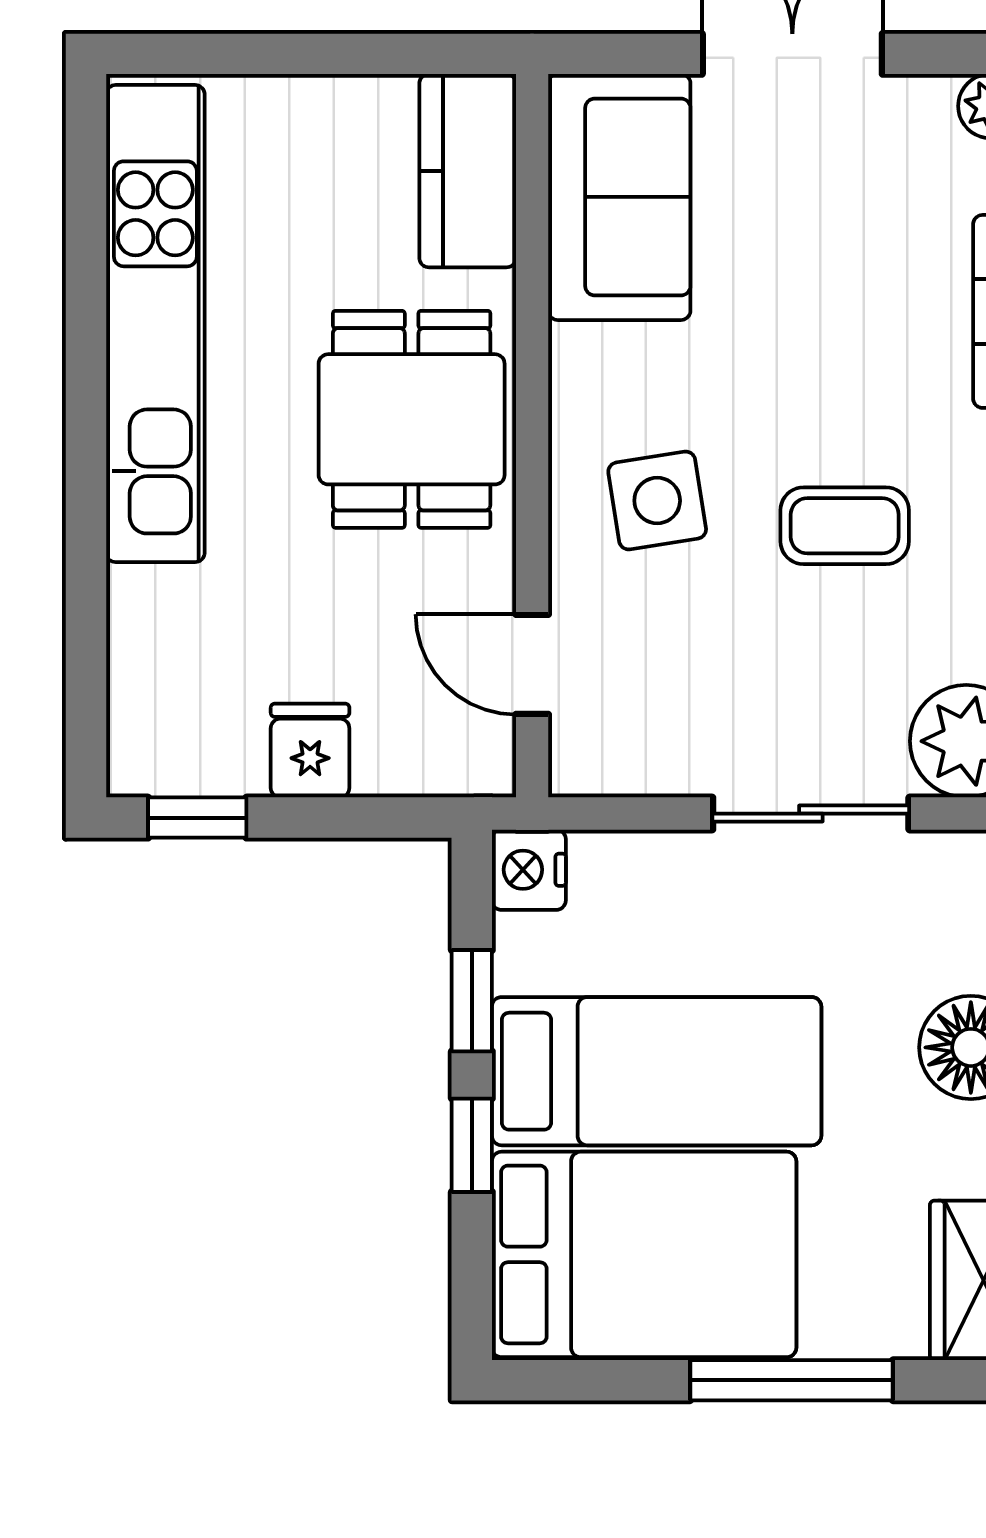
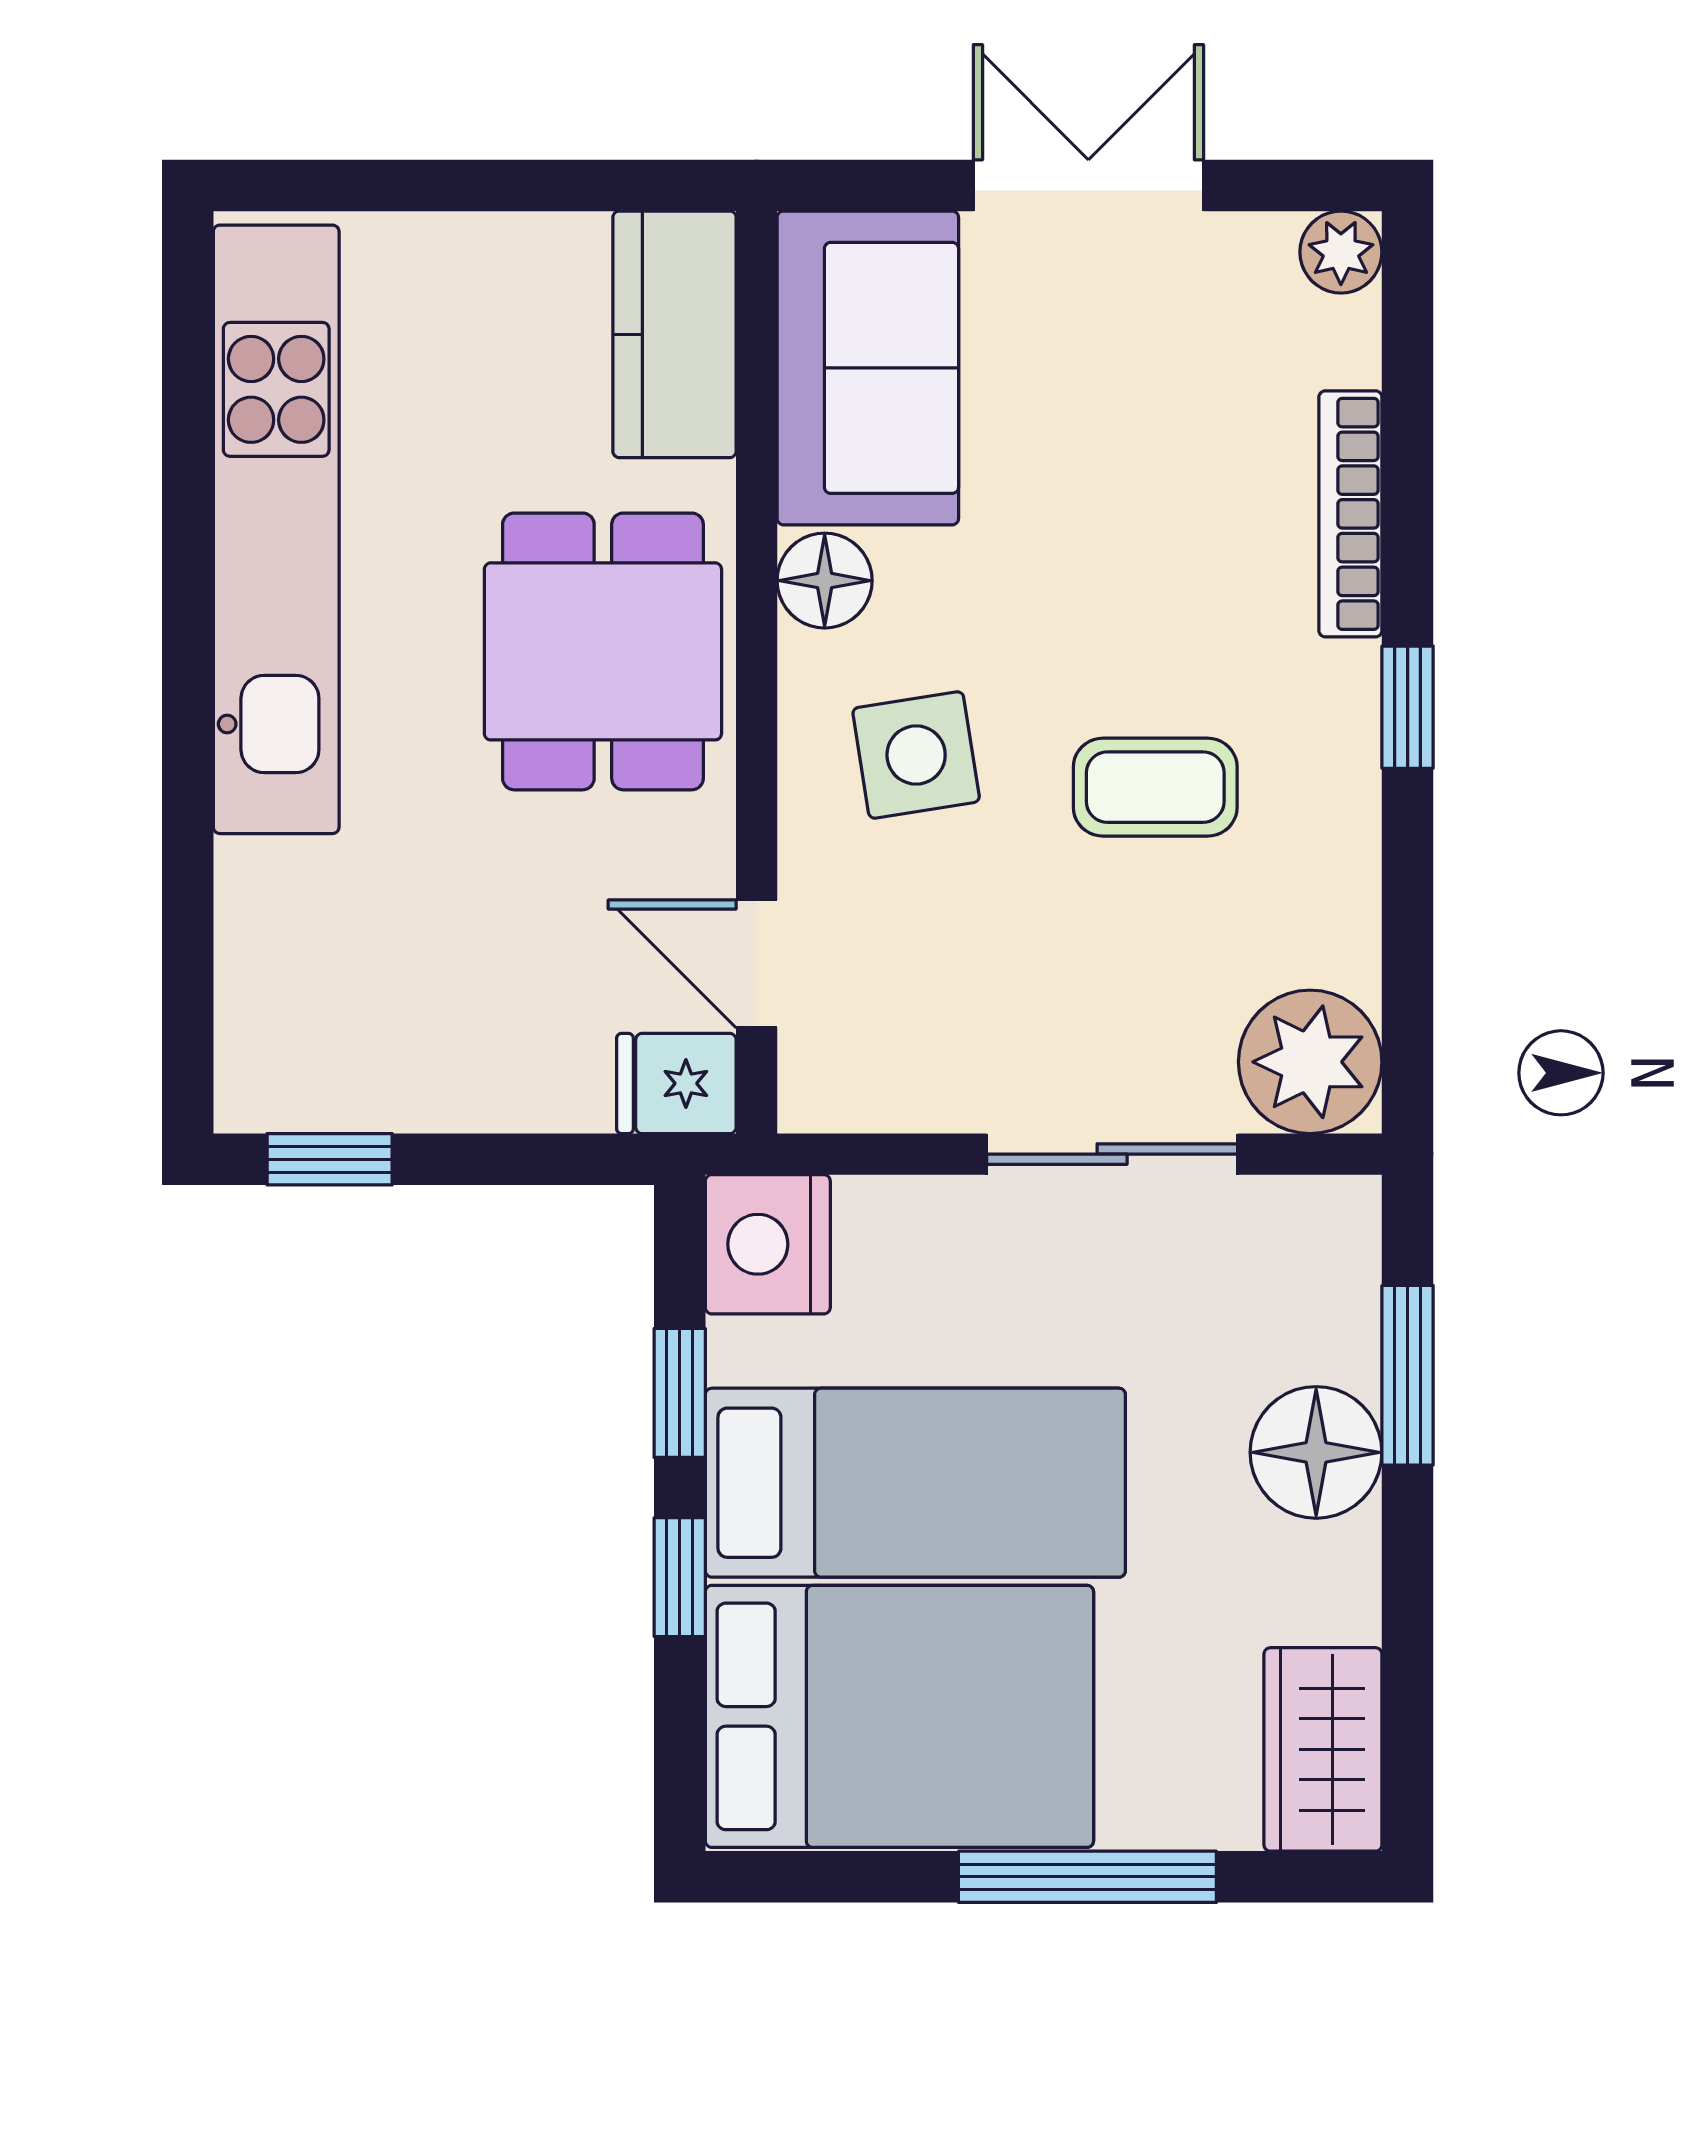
floor lamp: (585, 364) -> (825, 581), added
fridge: (310, 751) -> (676, 1083), moved, turned -90
nightstand: (529, 870) -> (768, 1244), width x1.36, depth x1.33

